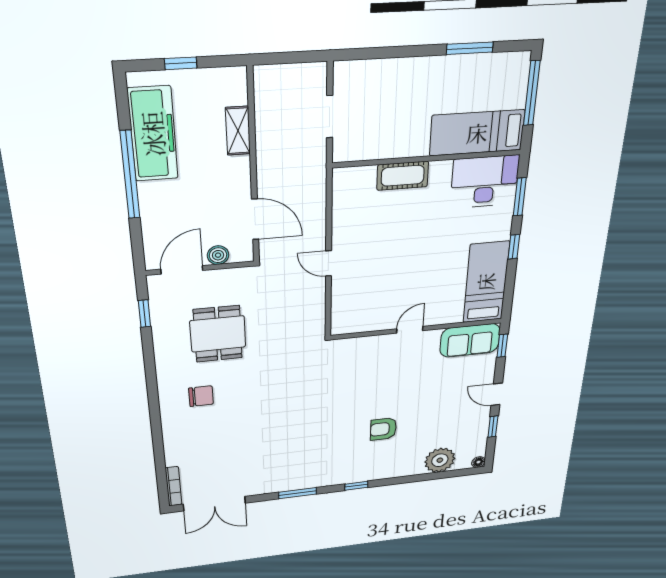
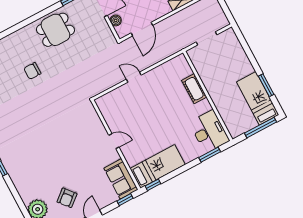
bed: (477, 133) -> (258, 98), moved
window: (514, 247) -> (153, 185), moved
door: (329, 263) -> (134, 77), hinge flipped
dining table: (218, 334) -> (55, 30), moved
chair: (201, 396) -> (32, 71), moved, turned 90
armchair: (383, 429) -> (67, 198), moved, turned -130

